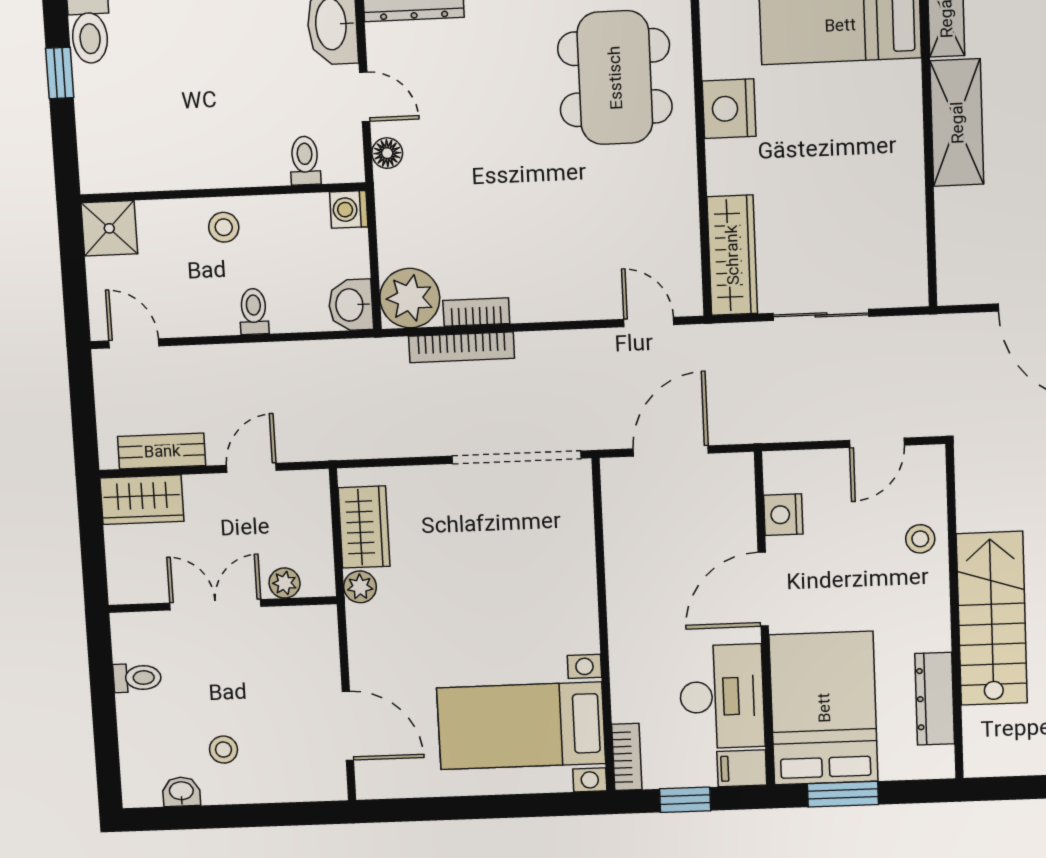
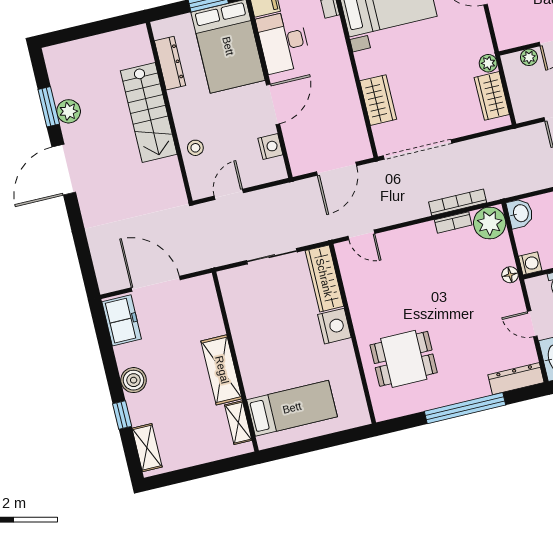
dining table: (615, 78) -> (404, 359), width x0.73
nightstand: (729, 109) -> (334, 326), moved
floor lamp: (387, 153) -> (510, 275), moved
wardrobe: (571, 560) -> (378, 100), added

